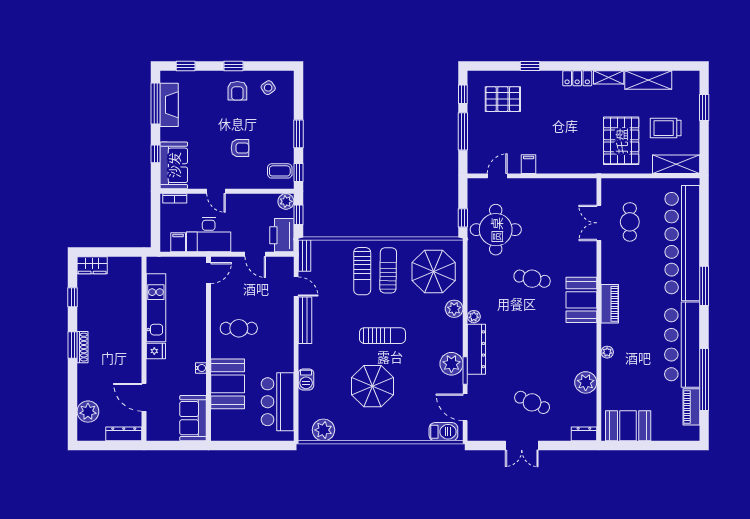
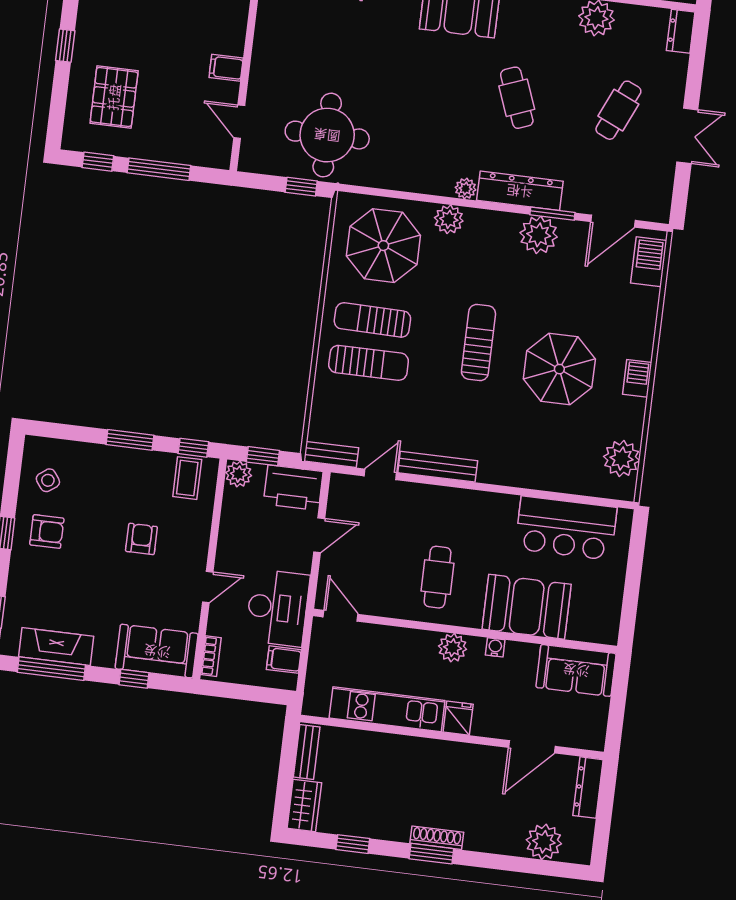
bench: (124, 263) -> (307, 752), added
cafe table: (532, 279) -> (517, 98), moved, turned -33
plant: (198, 343) -> (453, 648), added
barbecue: (306, 379) -> (637, 378), moved, turned -90

